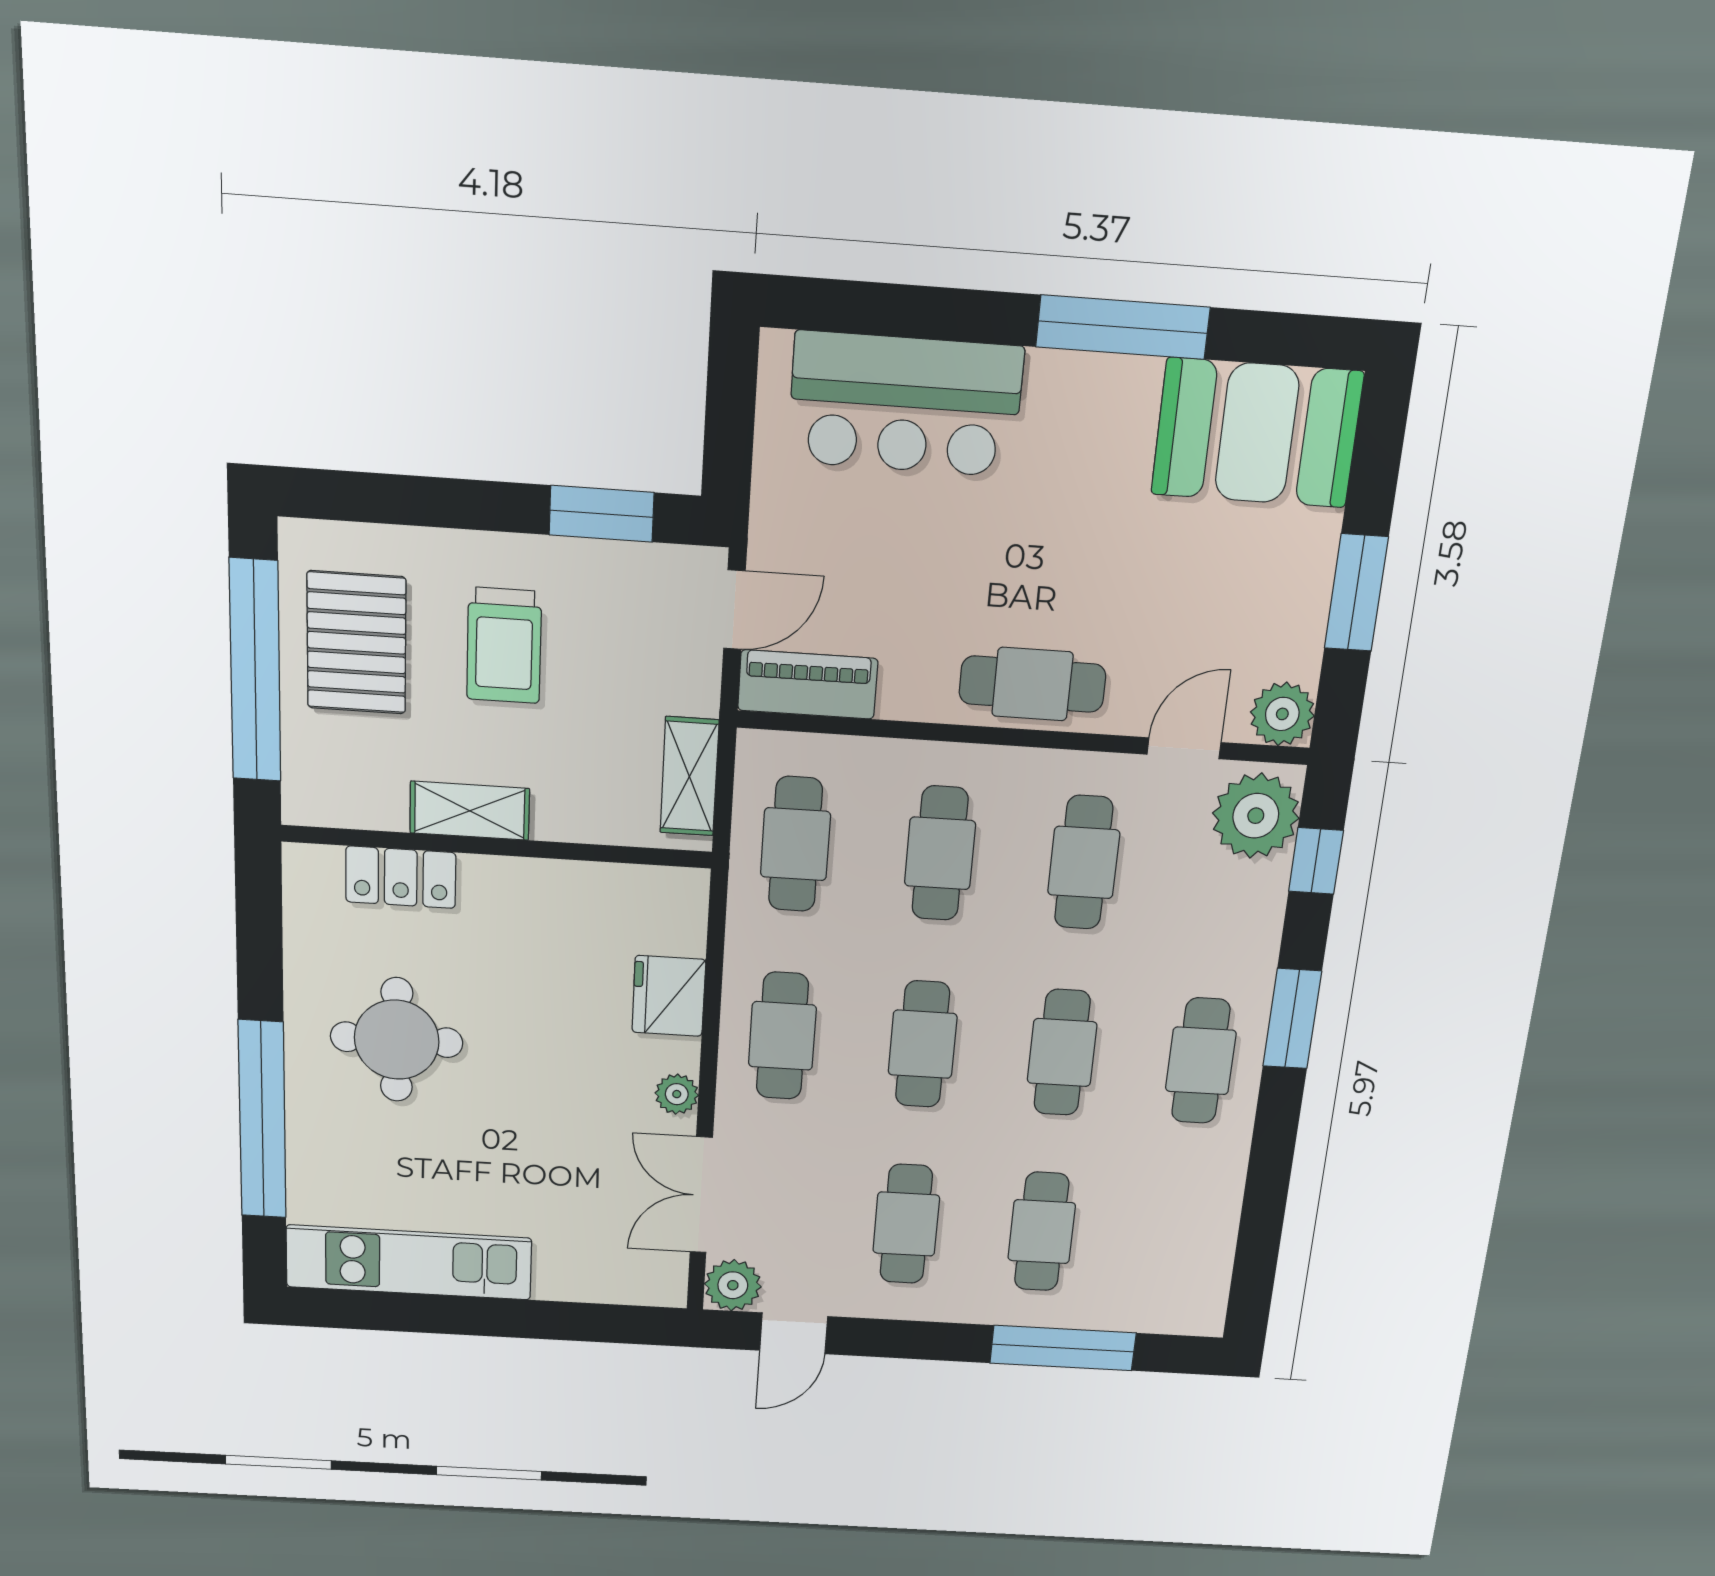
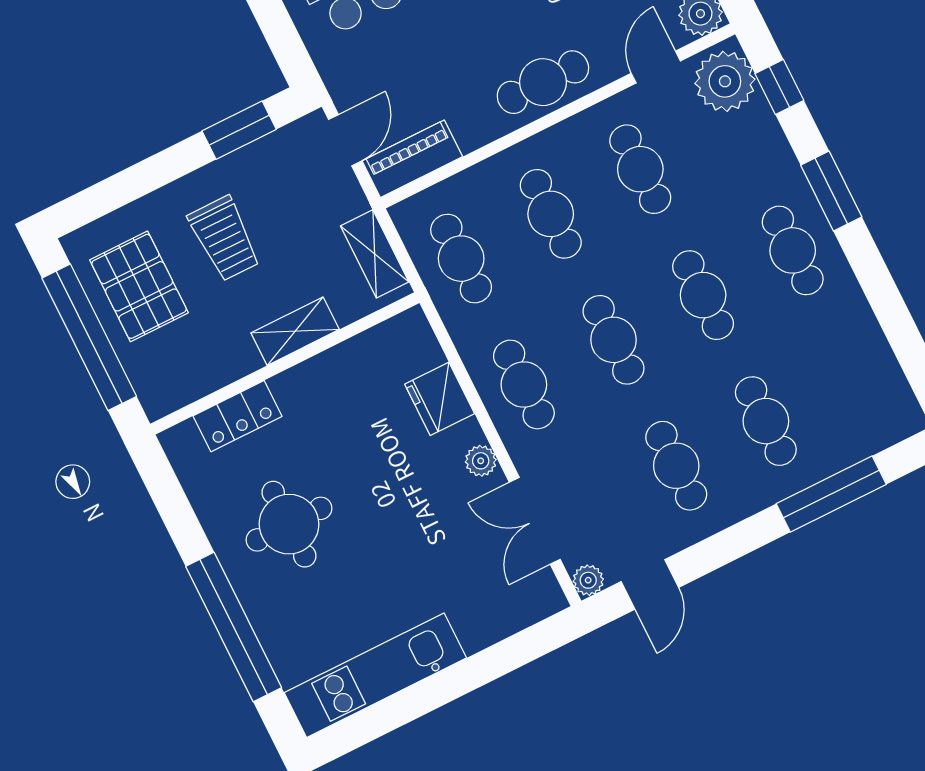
shelving: (470, 811) -> (295, 331), moved
plant: (733, 1285) -> (588, 580), width x0.73, depth x0.73

